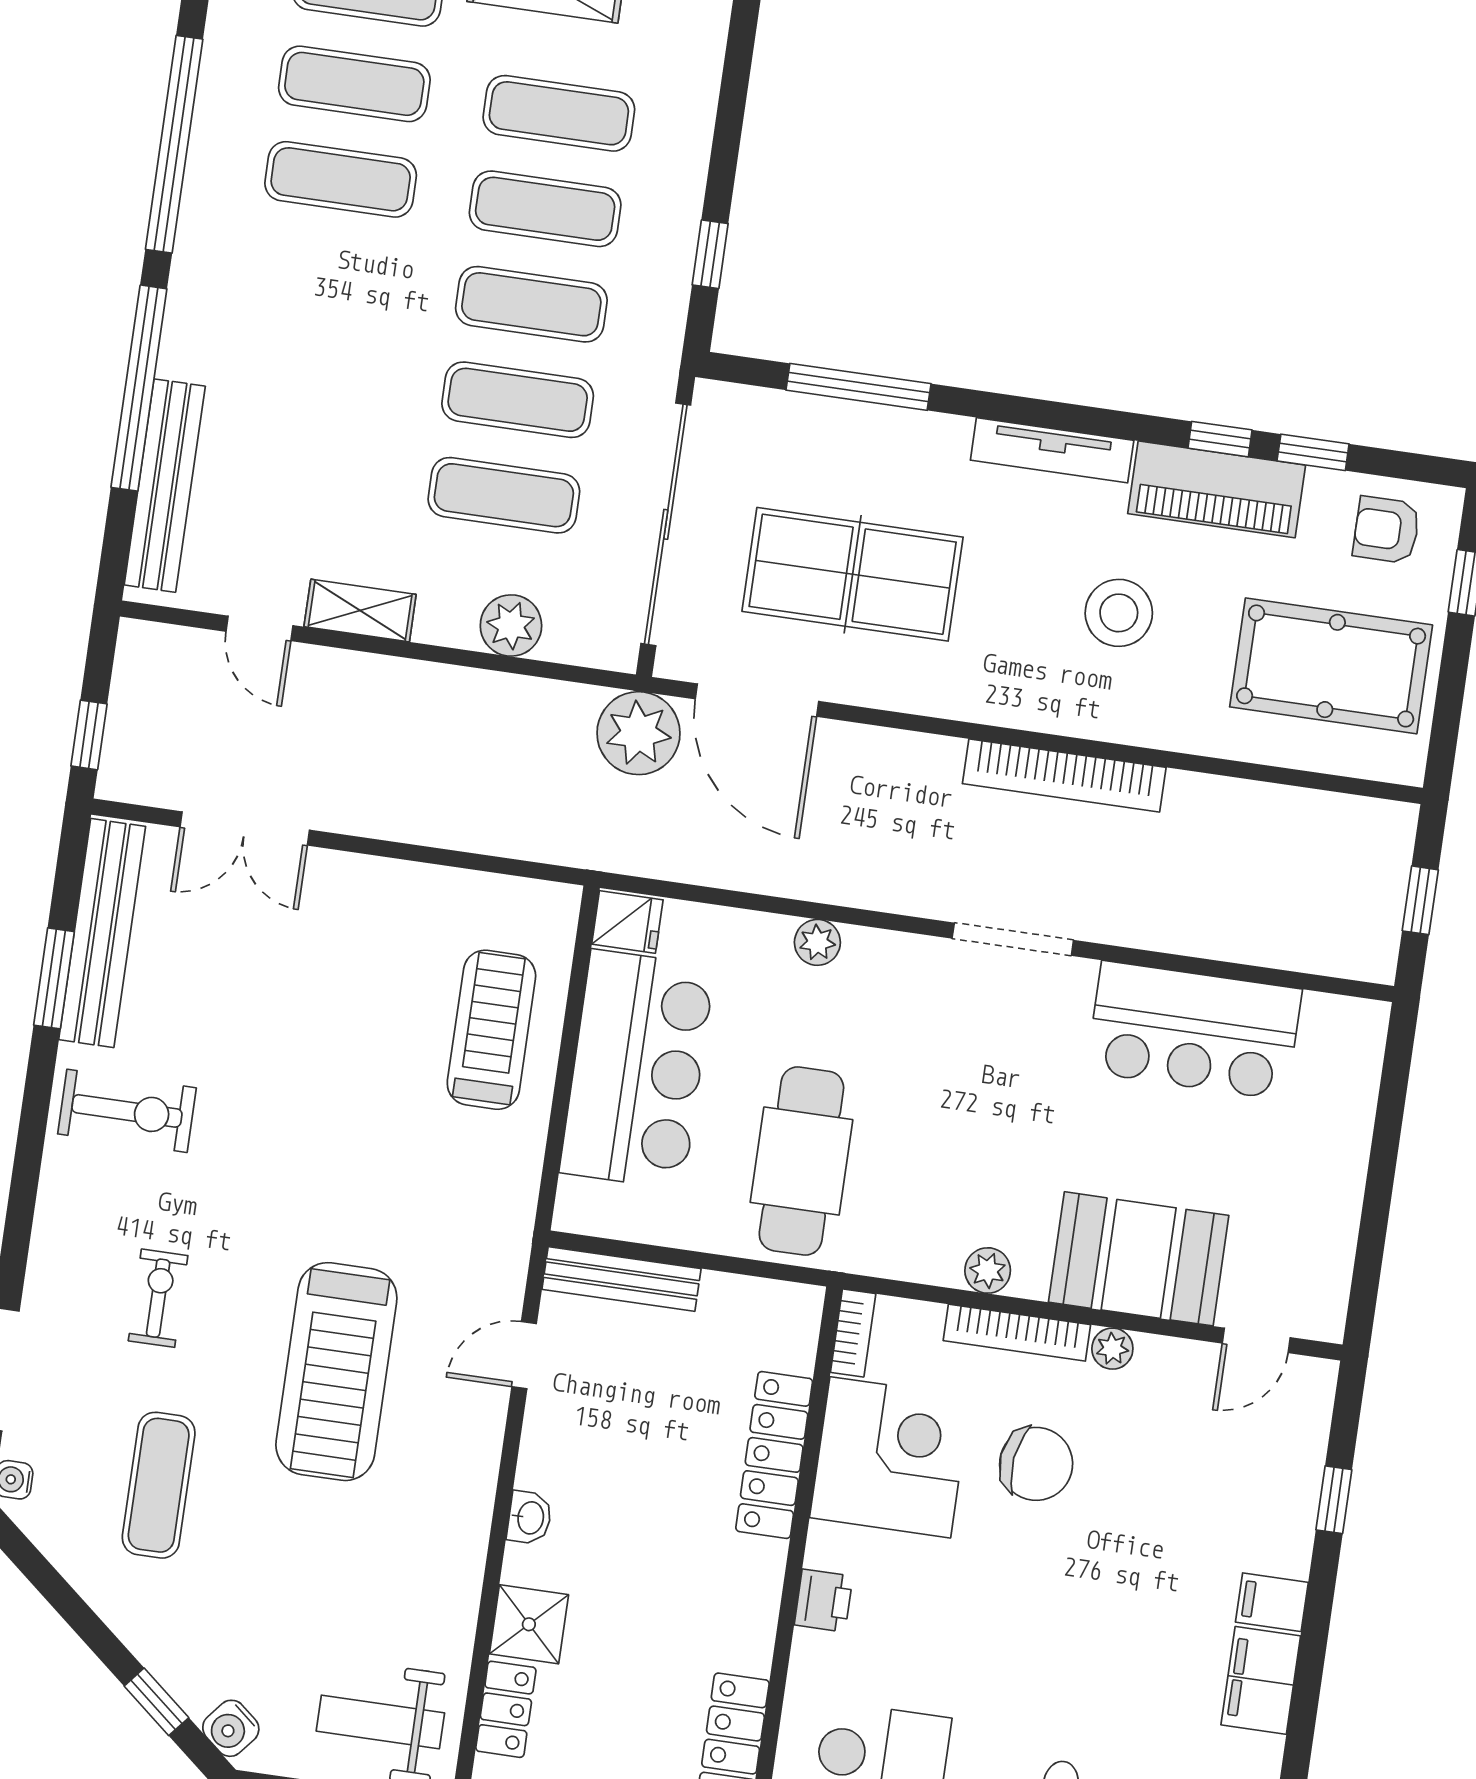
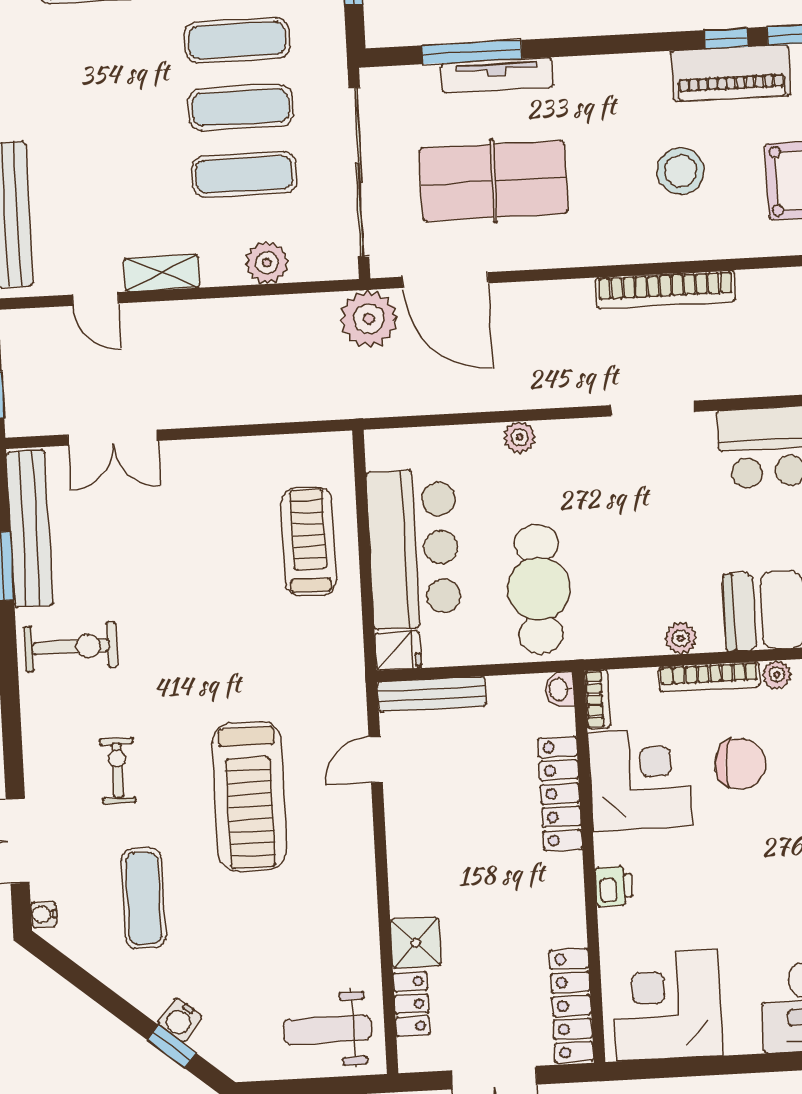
tv unit: (1052, 450) -> (497, 75), moved
fridge: (627, 922) -> (398, 651), moved
washbasin: (529, 1518) -> (560, 690), moved, turned 180
water cooler: (231, 1728) -> (180, 1020), moved

